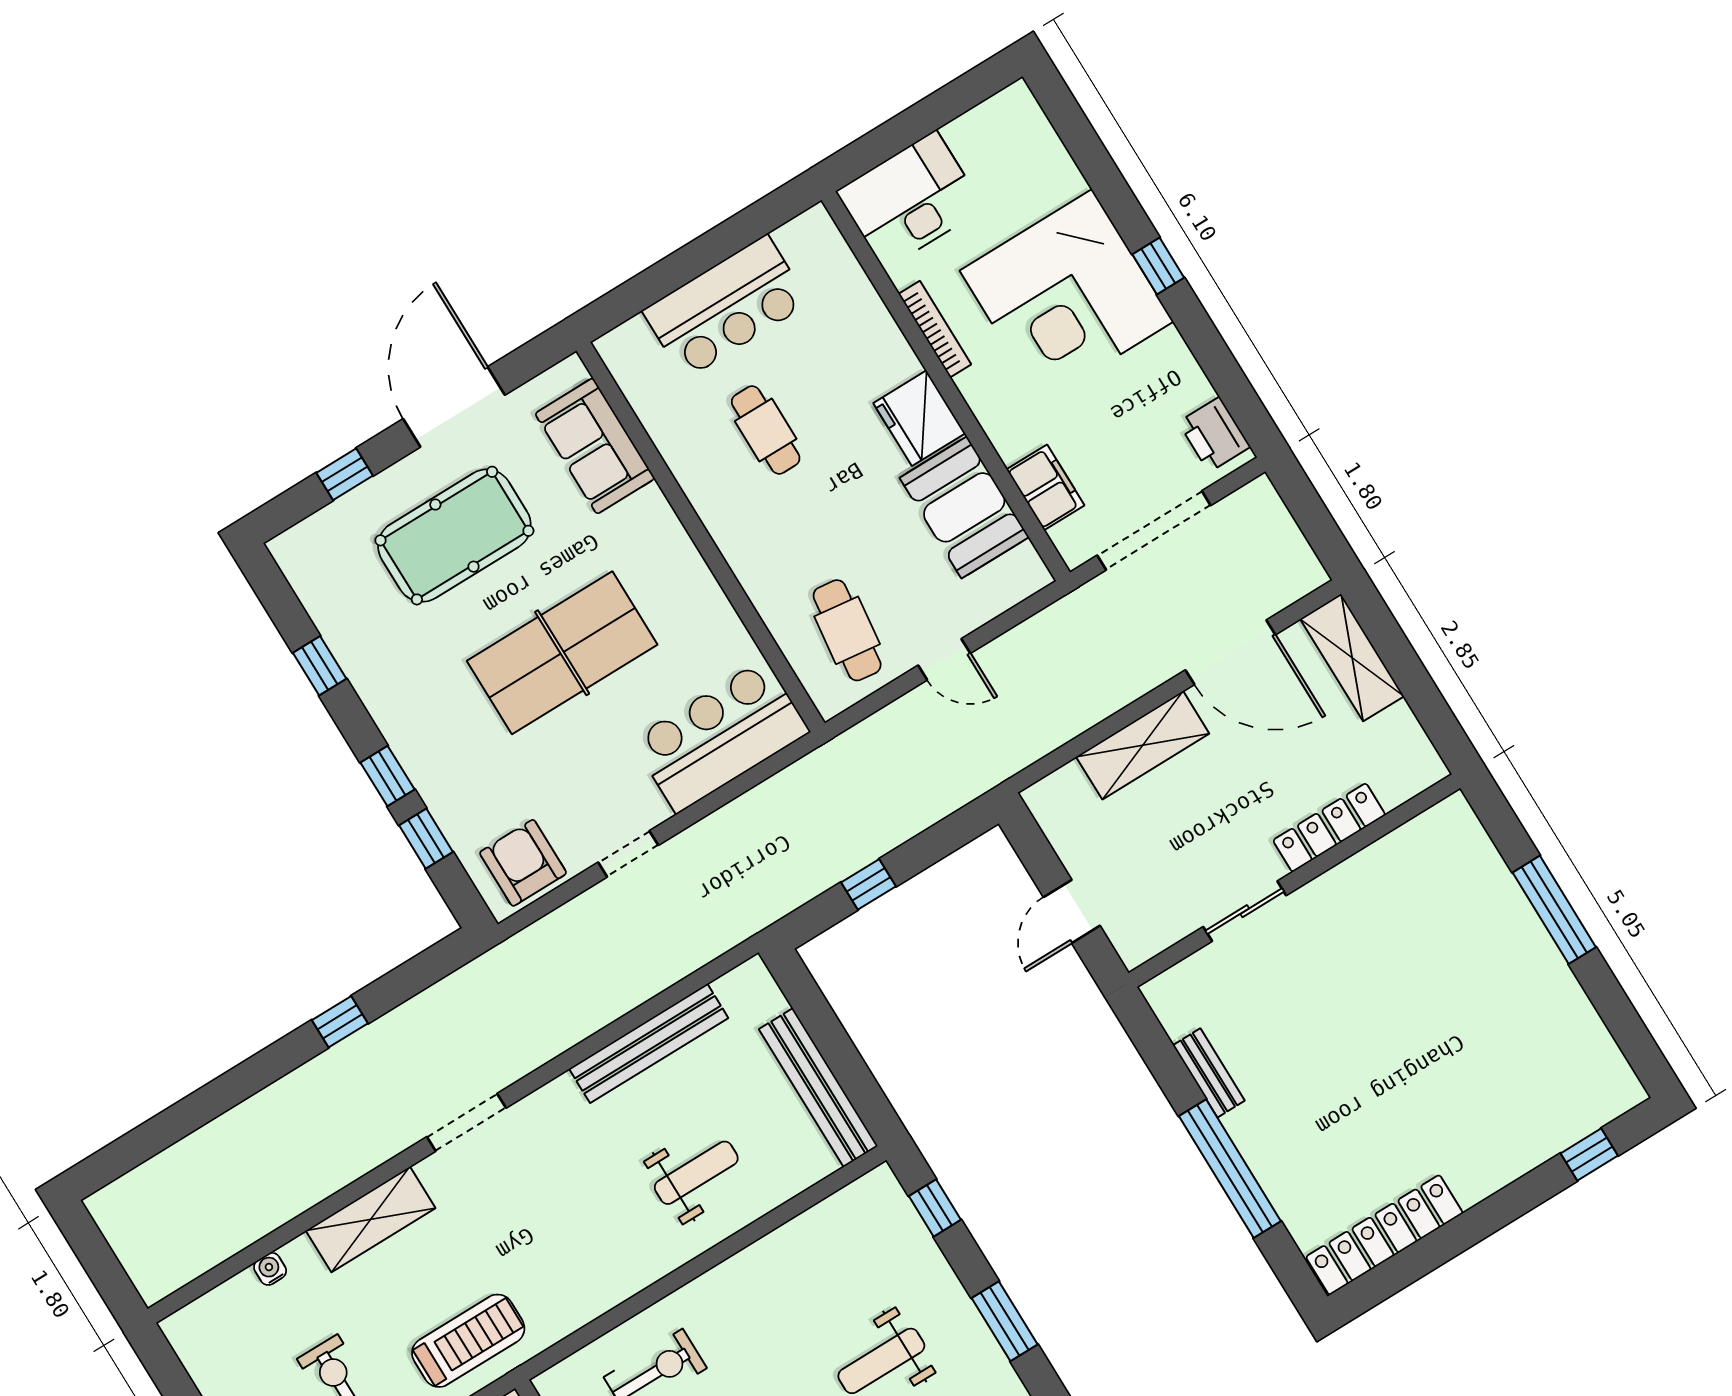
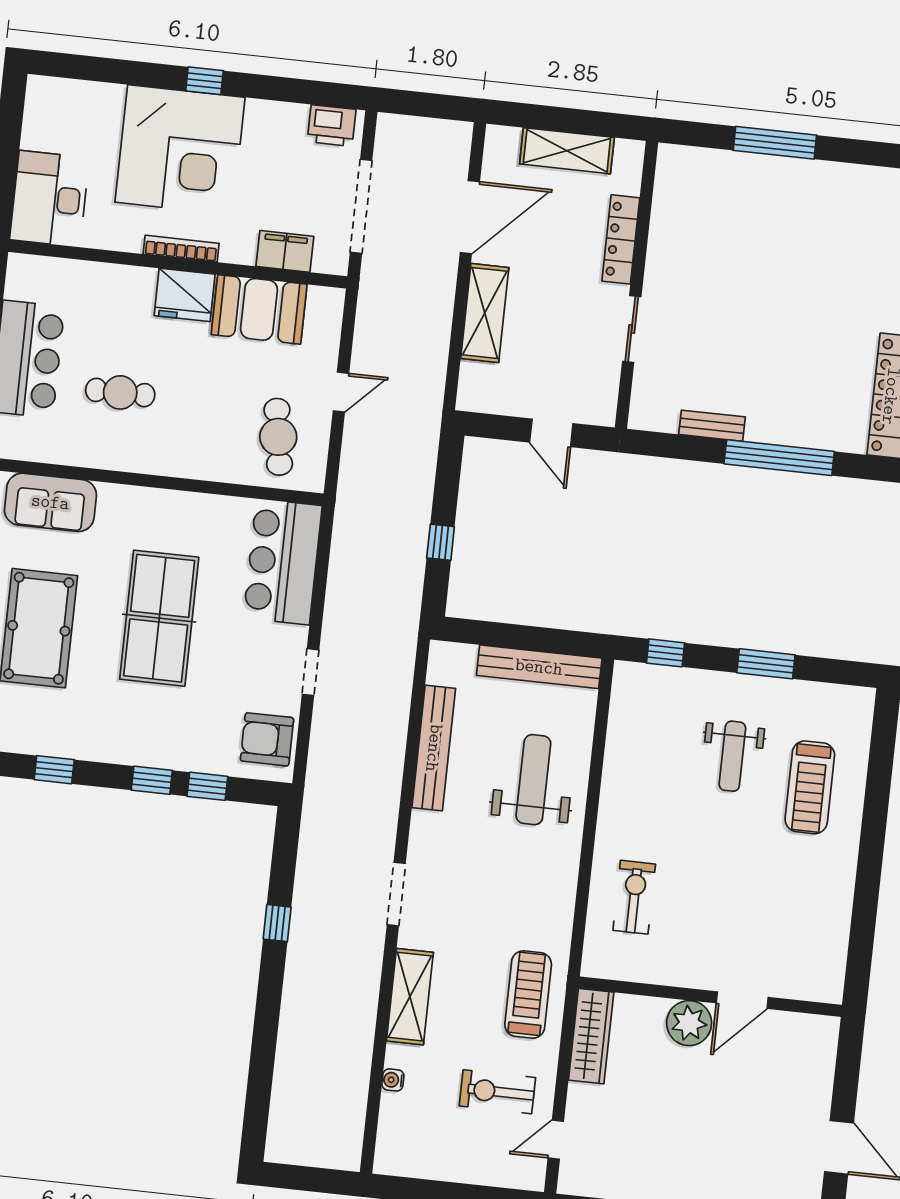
bookcase: (935, 329) -> (181, 249), moved
cafe table: (847, 630) -> (278, 437), turned 74
shelving: (1352, 658) -> (567, 151), moved
weight bench: (696, 1173) -> (533, 780), width x1.36, depth x1.33

